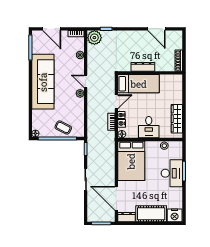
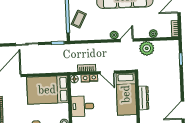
plant: (94, 38) -> (147, 48), moved

